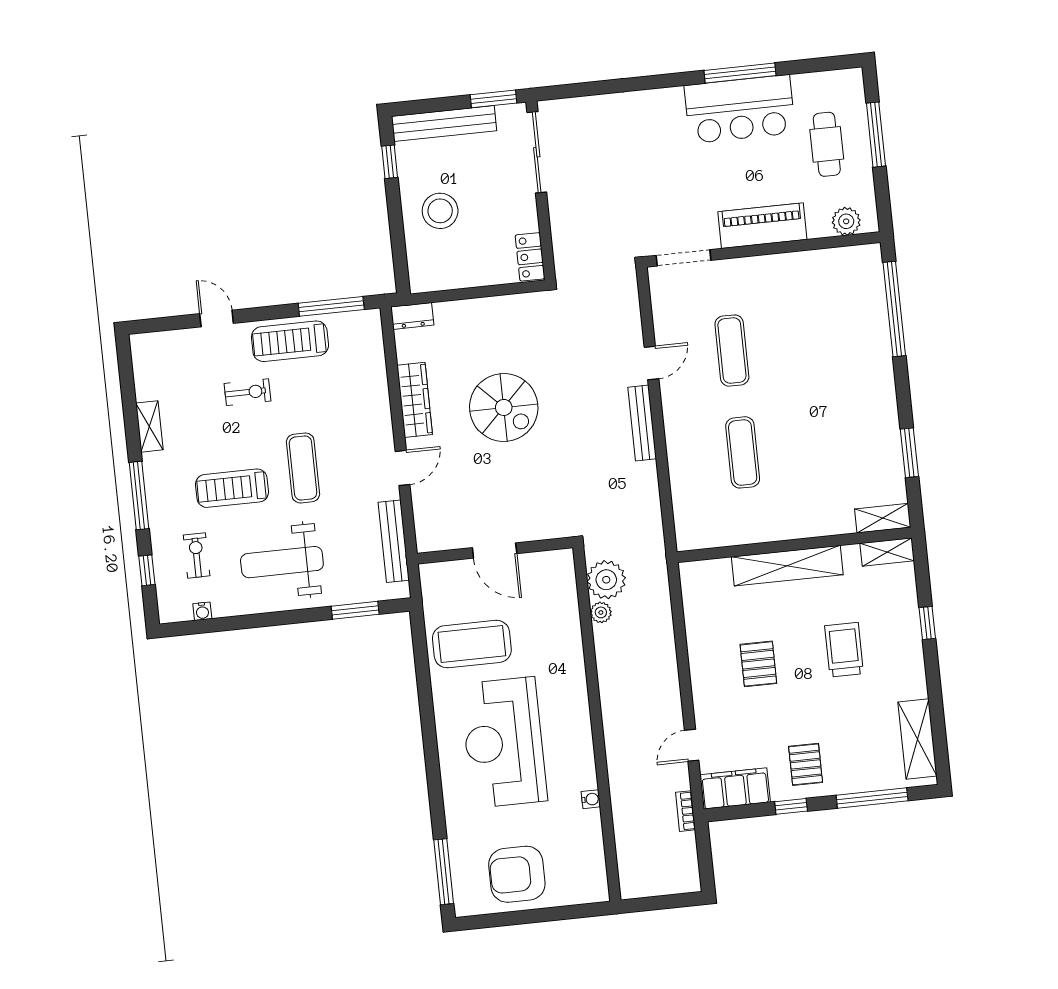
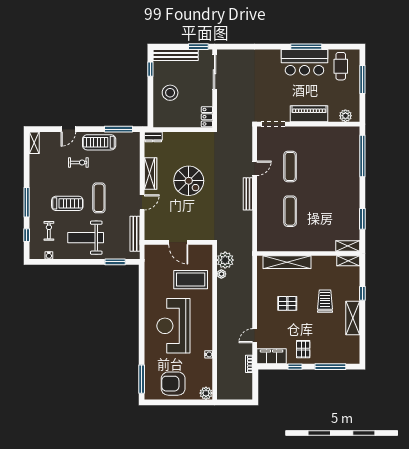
cafe table: (827, 144) -> (341, 66), moved
door: (217, 318) -> (68, 129), swing flipped
shelving: (149, 426) -> (34, 143), moved
treadmill: (232, 488) -> (67, 203), turned 180
shelving: (787, 566) -> (287, 262), moved
coffee table: (472, 644) -> (191, 280), moved
pallet: (758, 664) -> (287, 303), turned 90
shelving: (917, 739) -> (353, 318), moved
plant: (594, 888) -> (206, 393), added

